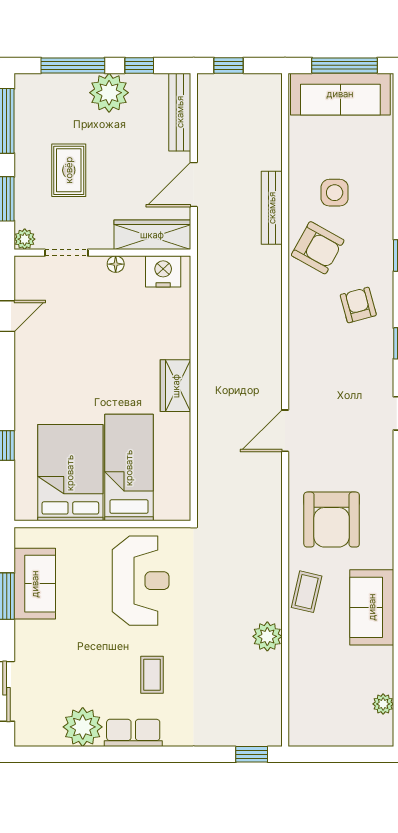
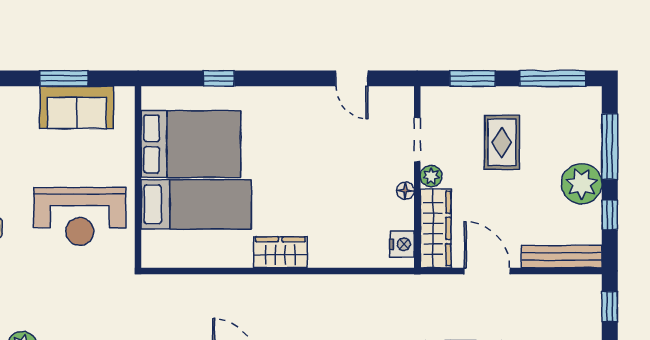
rug: (69, 170) -> (502, 142), turned 90
plant: (25, 239) -> (431, 176), moved
nightstand: (163, 271) -> (402, 244), width x0.74, depth x0.75

